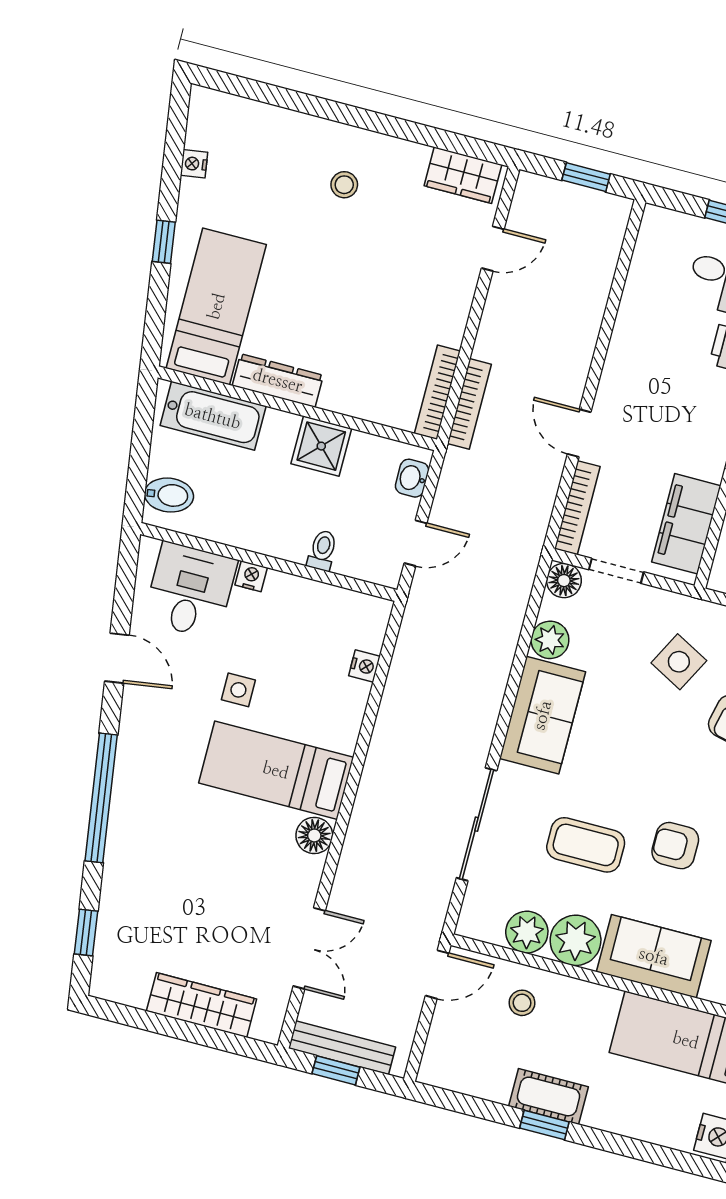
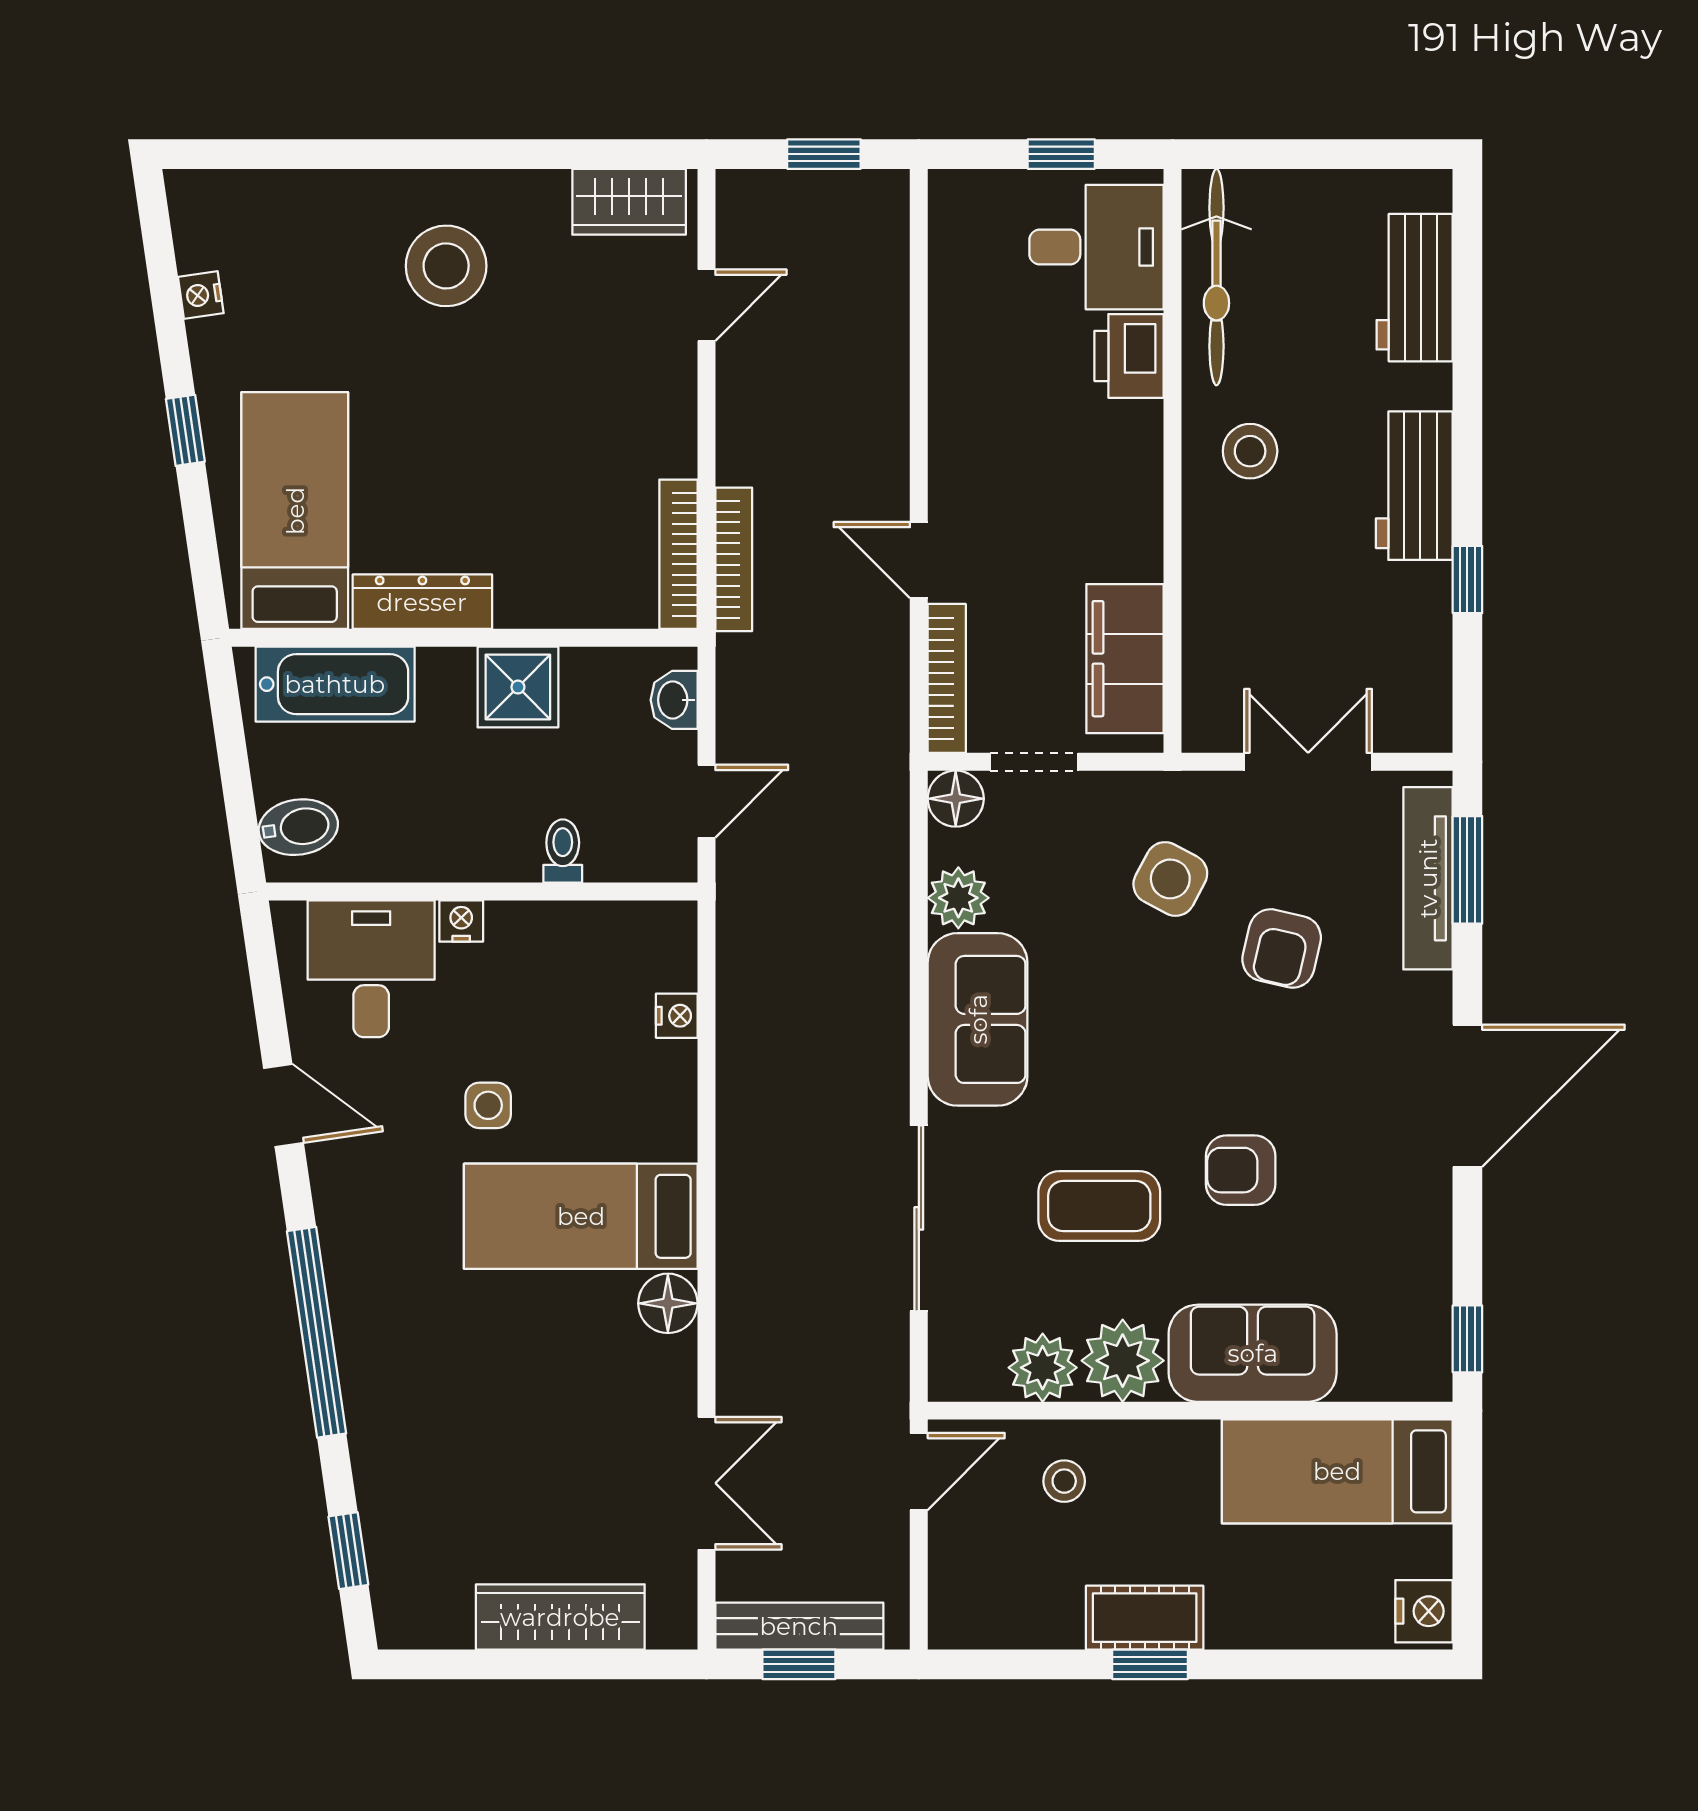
stool: (344, 185) -> (446, 266), width x1.89, depth x1.89

